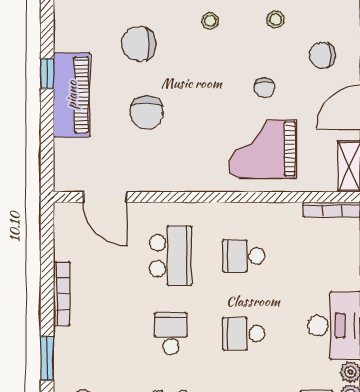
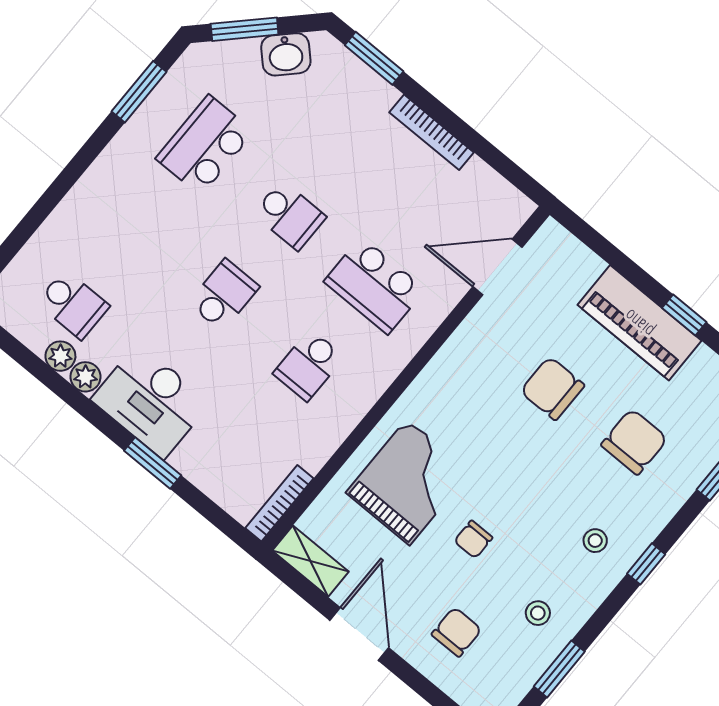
chair: (264, 88) -> (473, 539), turned -90
school desk: (244, 256) -> (309, 365), turned 180

